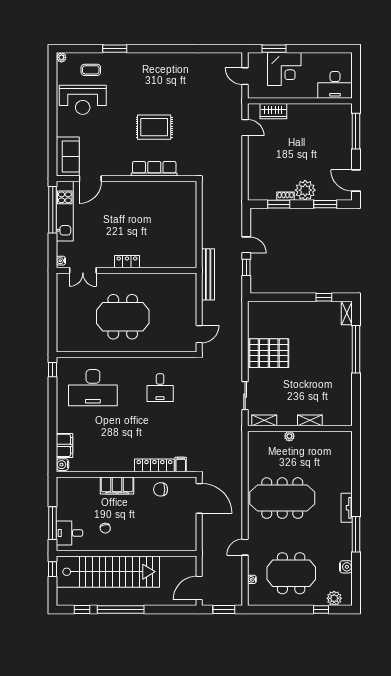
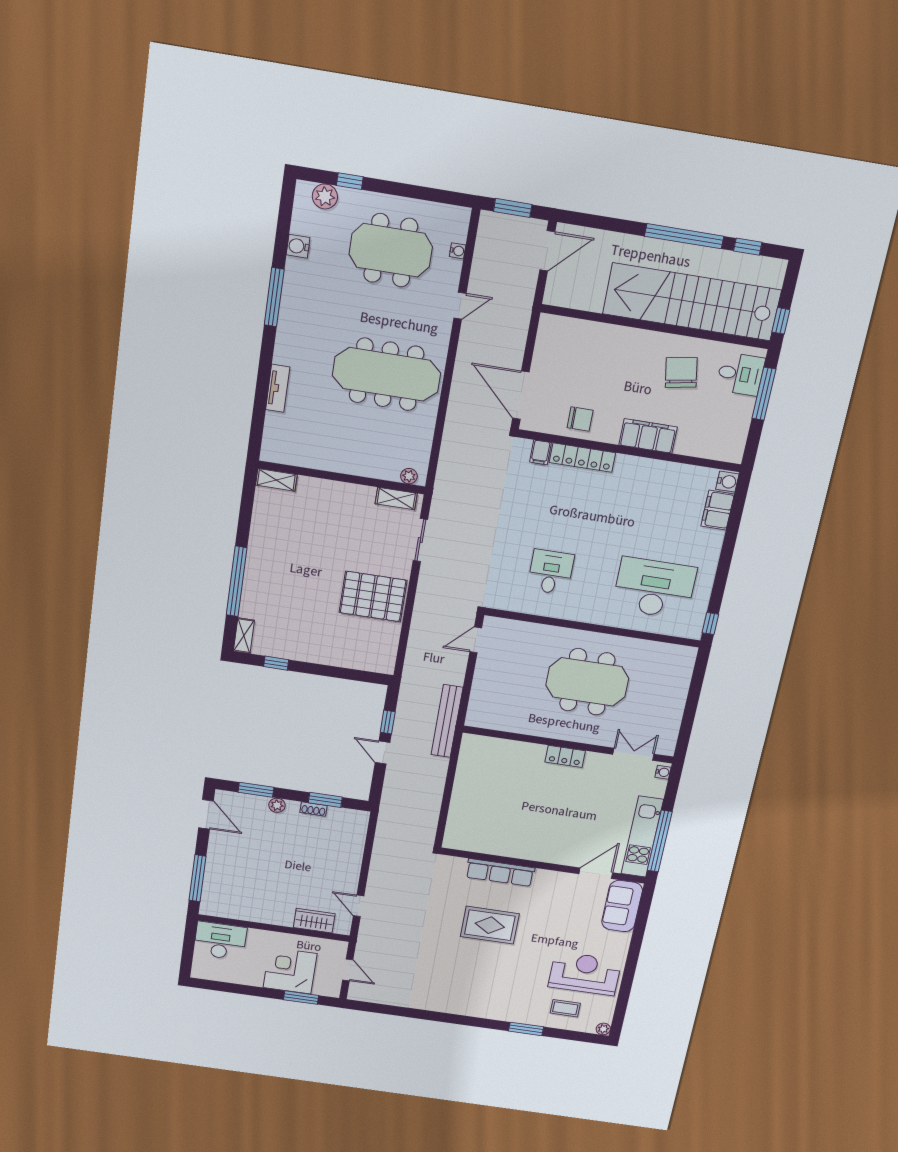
plant: (305, 190) -> (277, 805), width x0.53, depth x0.53
shelving: (310, 420) -> (276, 480), moved
plant: (289, 436) -> (409, 476), moved
tv unit: (347, 508) -> (278, 388), moved
chair: (105, 528) -> (681, 373), width x1.87, depth x1.87

